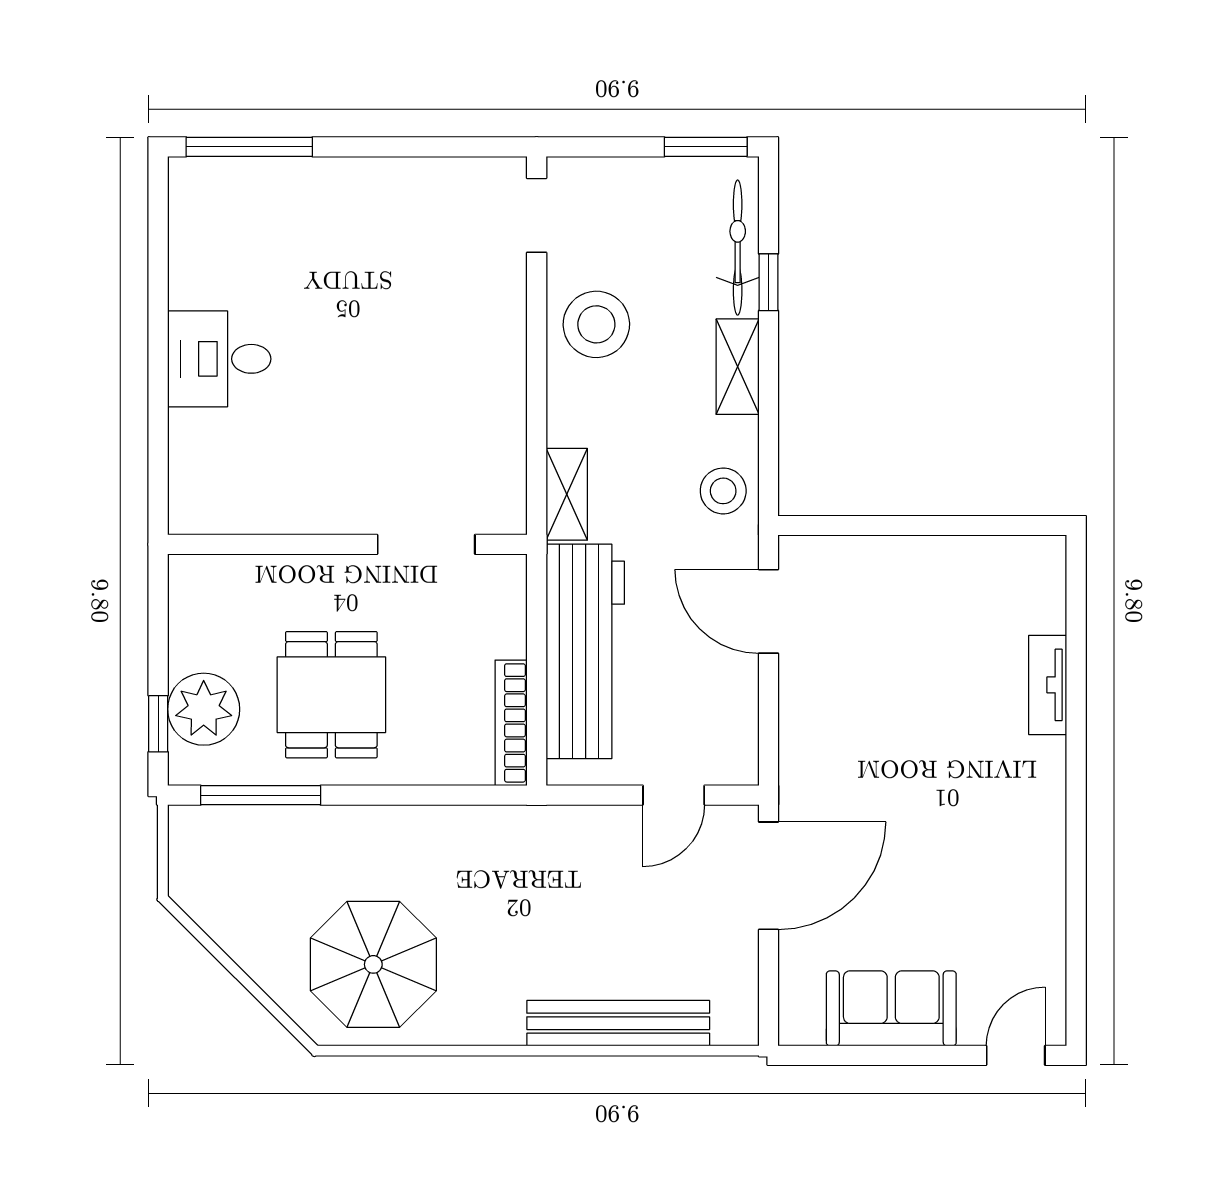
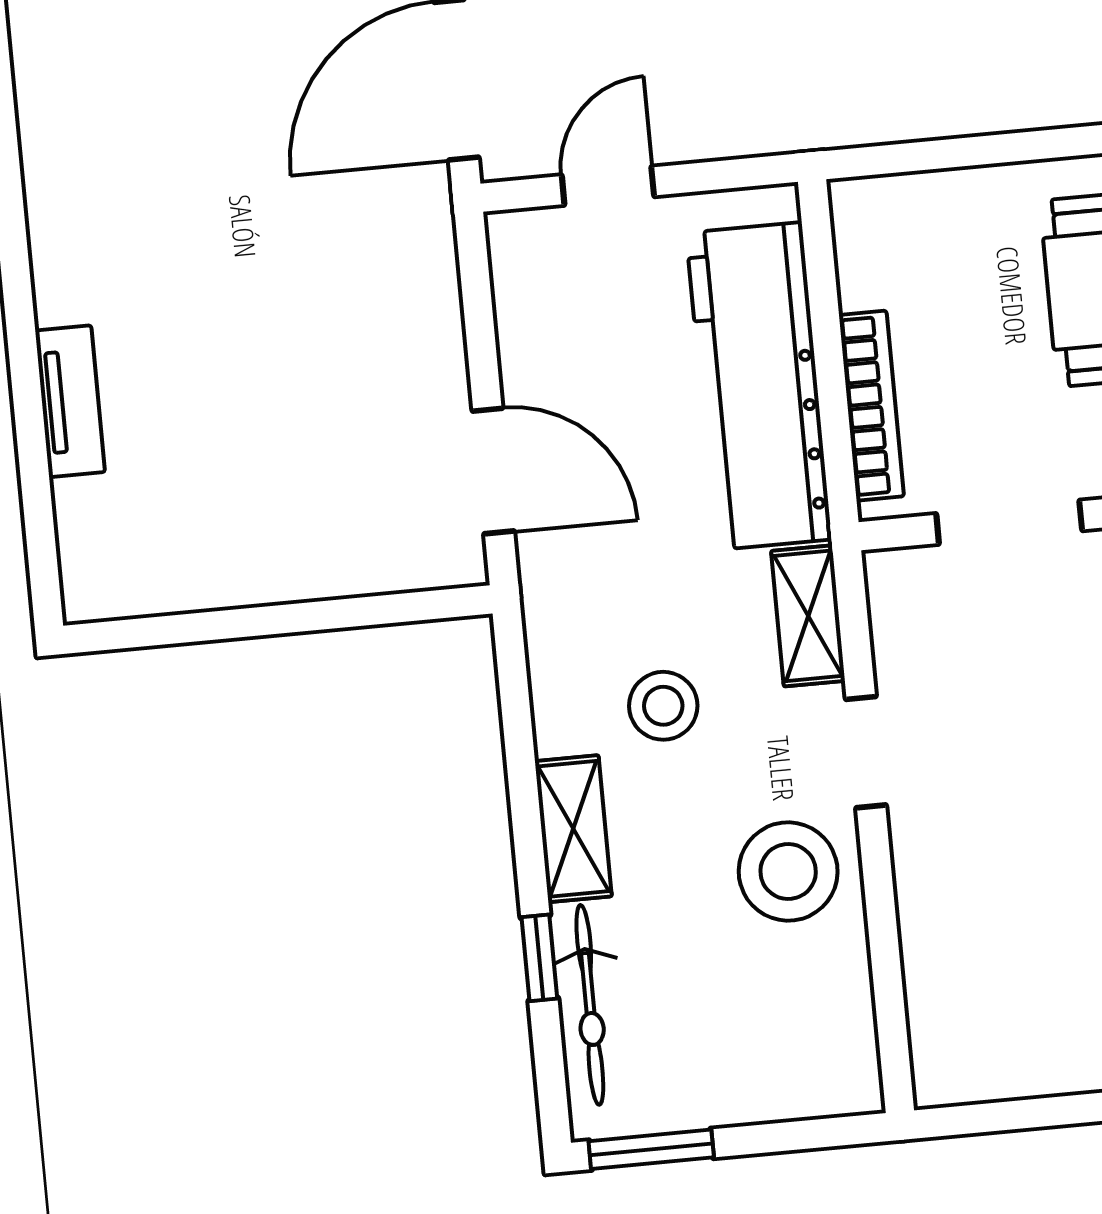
doorway: (537, 215) -> (866, 752), moved
stool: (723, 491) -> (663, 706), moved
bookcase: (511, 723) -> (871, 406), moved

